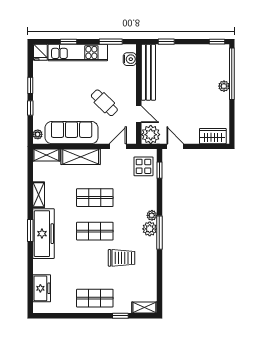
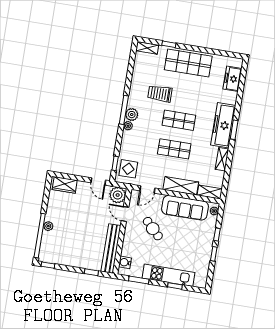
fridge: (40, 52) -> (200, 281), removed
shop shelf: (95, 298) -> (188, 63), width x1.43, depth x1.36

